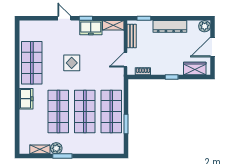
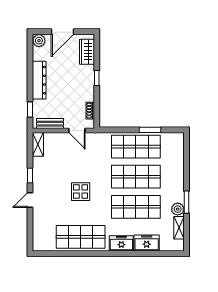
freezer: (91, 28) -> (147, 243), moved, turned -90
door: (212, 47) -> (62, 32), hinge flipped

